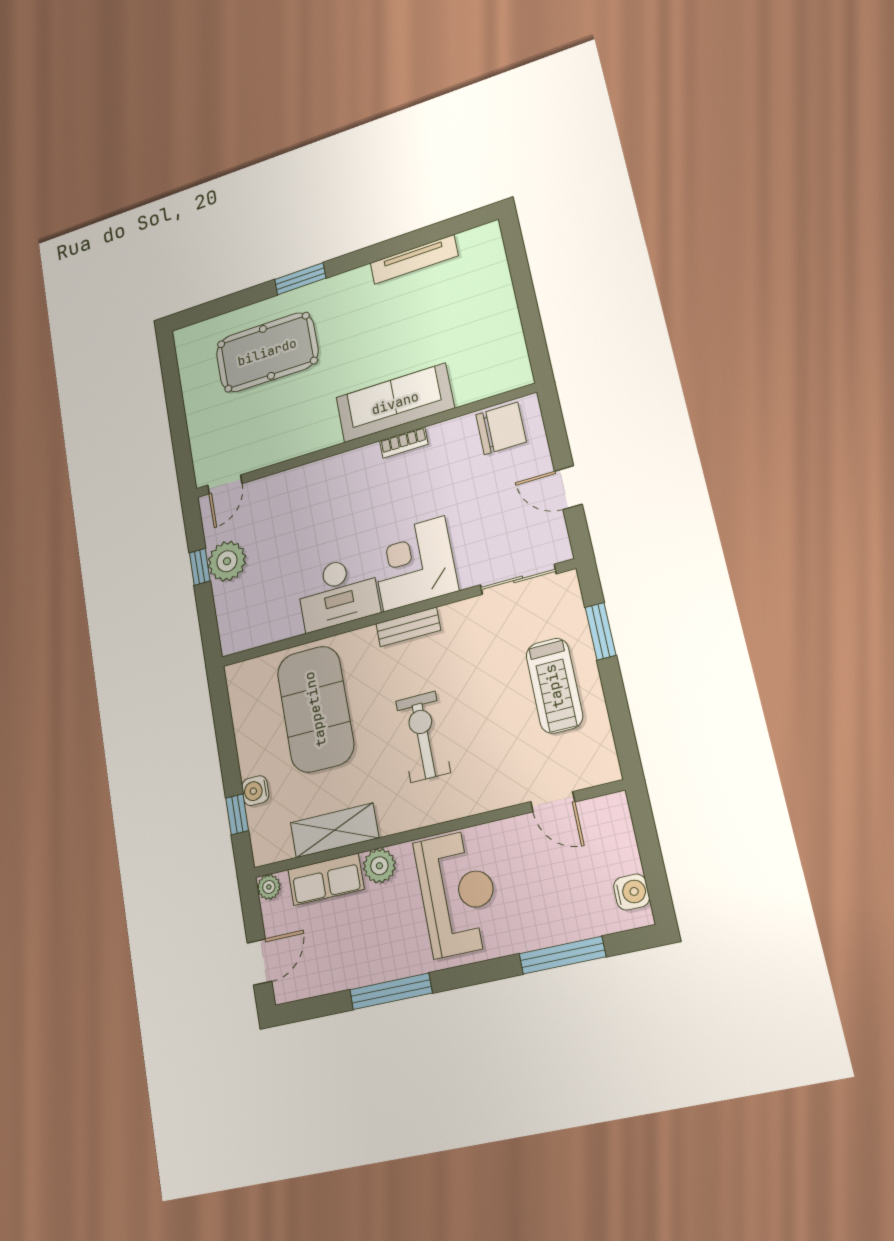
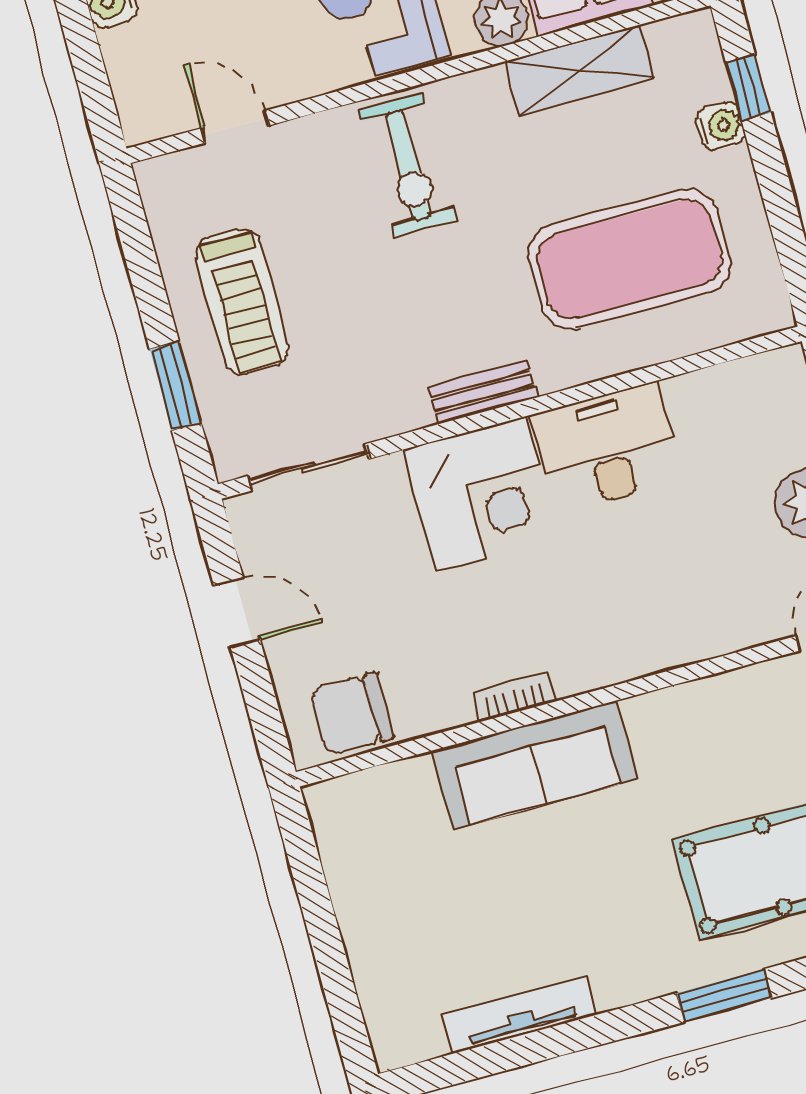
treadmill: (554, 686) -> (242, 302), turned 180
exercise mat: (315, 709) -> (629, 259), turned 90
exercise bike: (423, 737) -> (408, 165), moved

